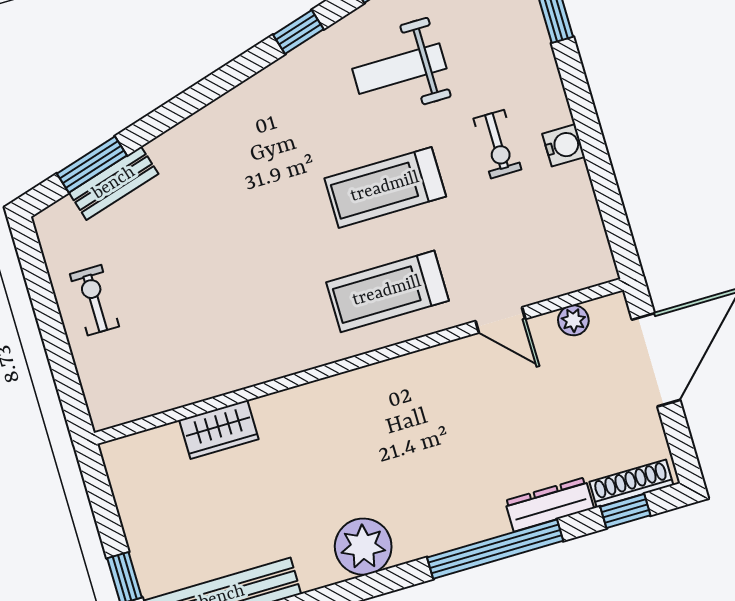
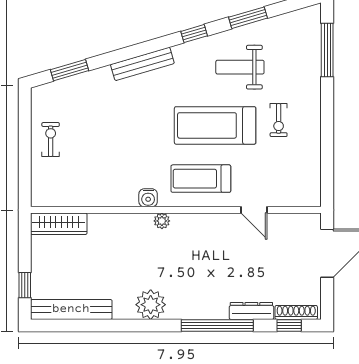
water cooler: (564, 145) -> (148, 198), moved, turned 90
bench: (114, 183) -> (142, 64), moved, width x1.36
treadmill: (385, 187) -> (215, 125), width x1.37, depth x1.38
plant: (573, 320) -> (162, 221), moved
wardrobe: (219, 430) -> (59, 224), moved, width x1.50

